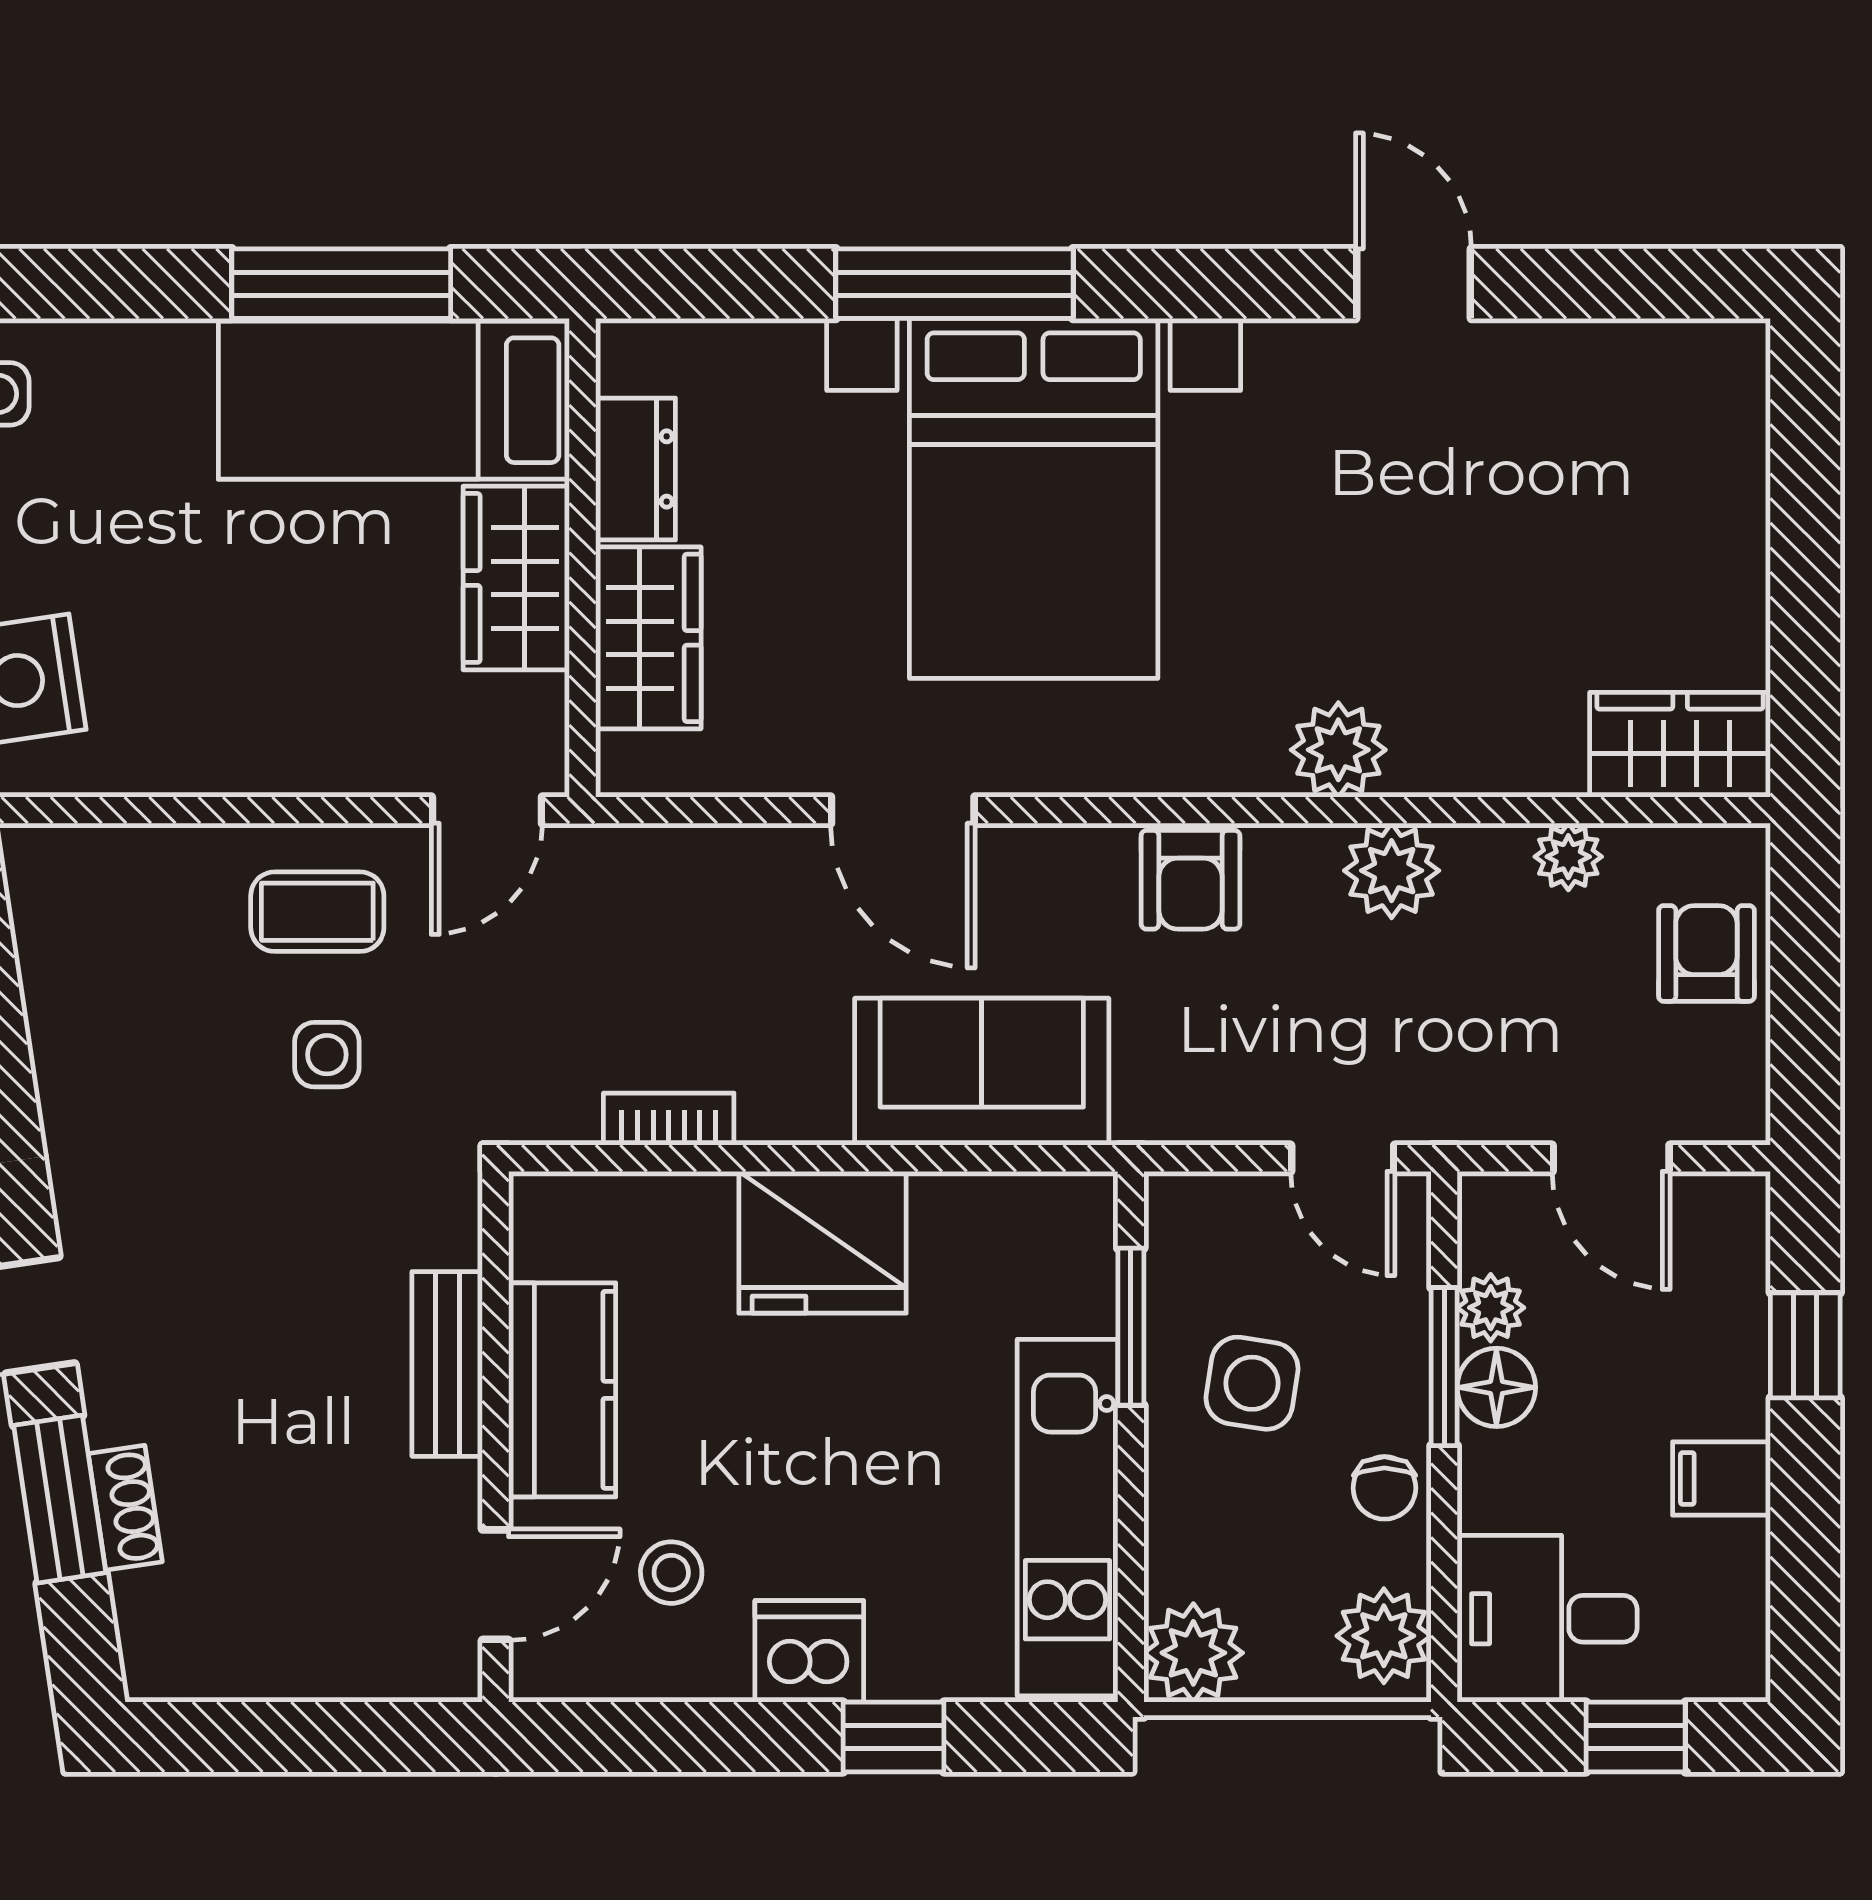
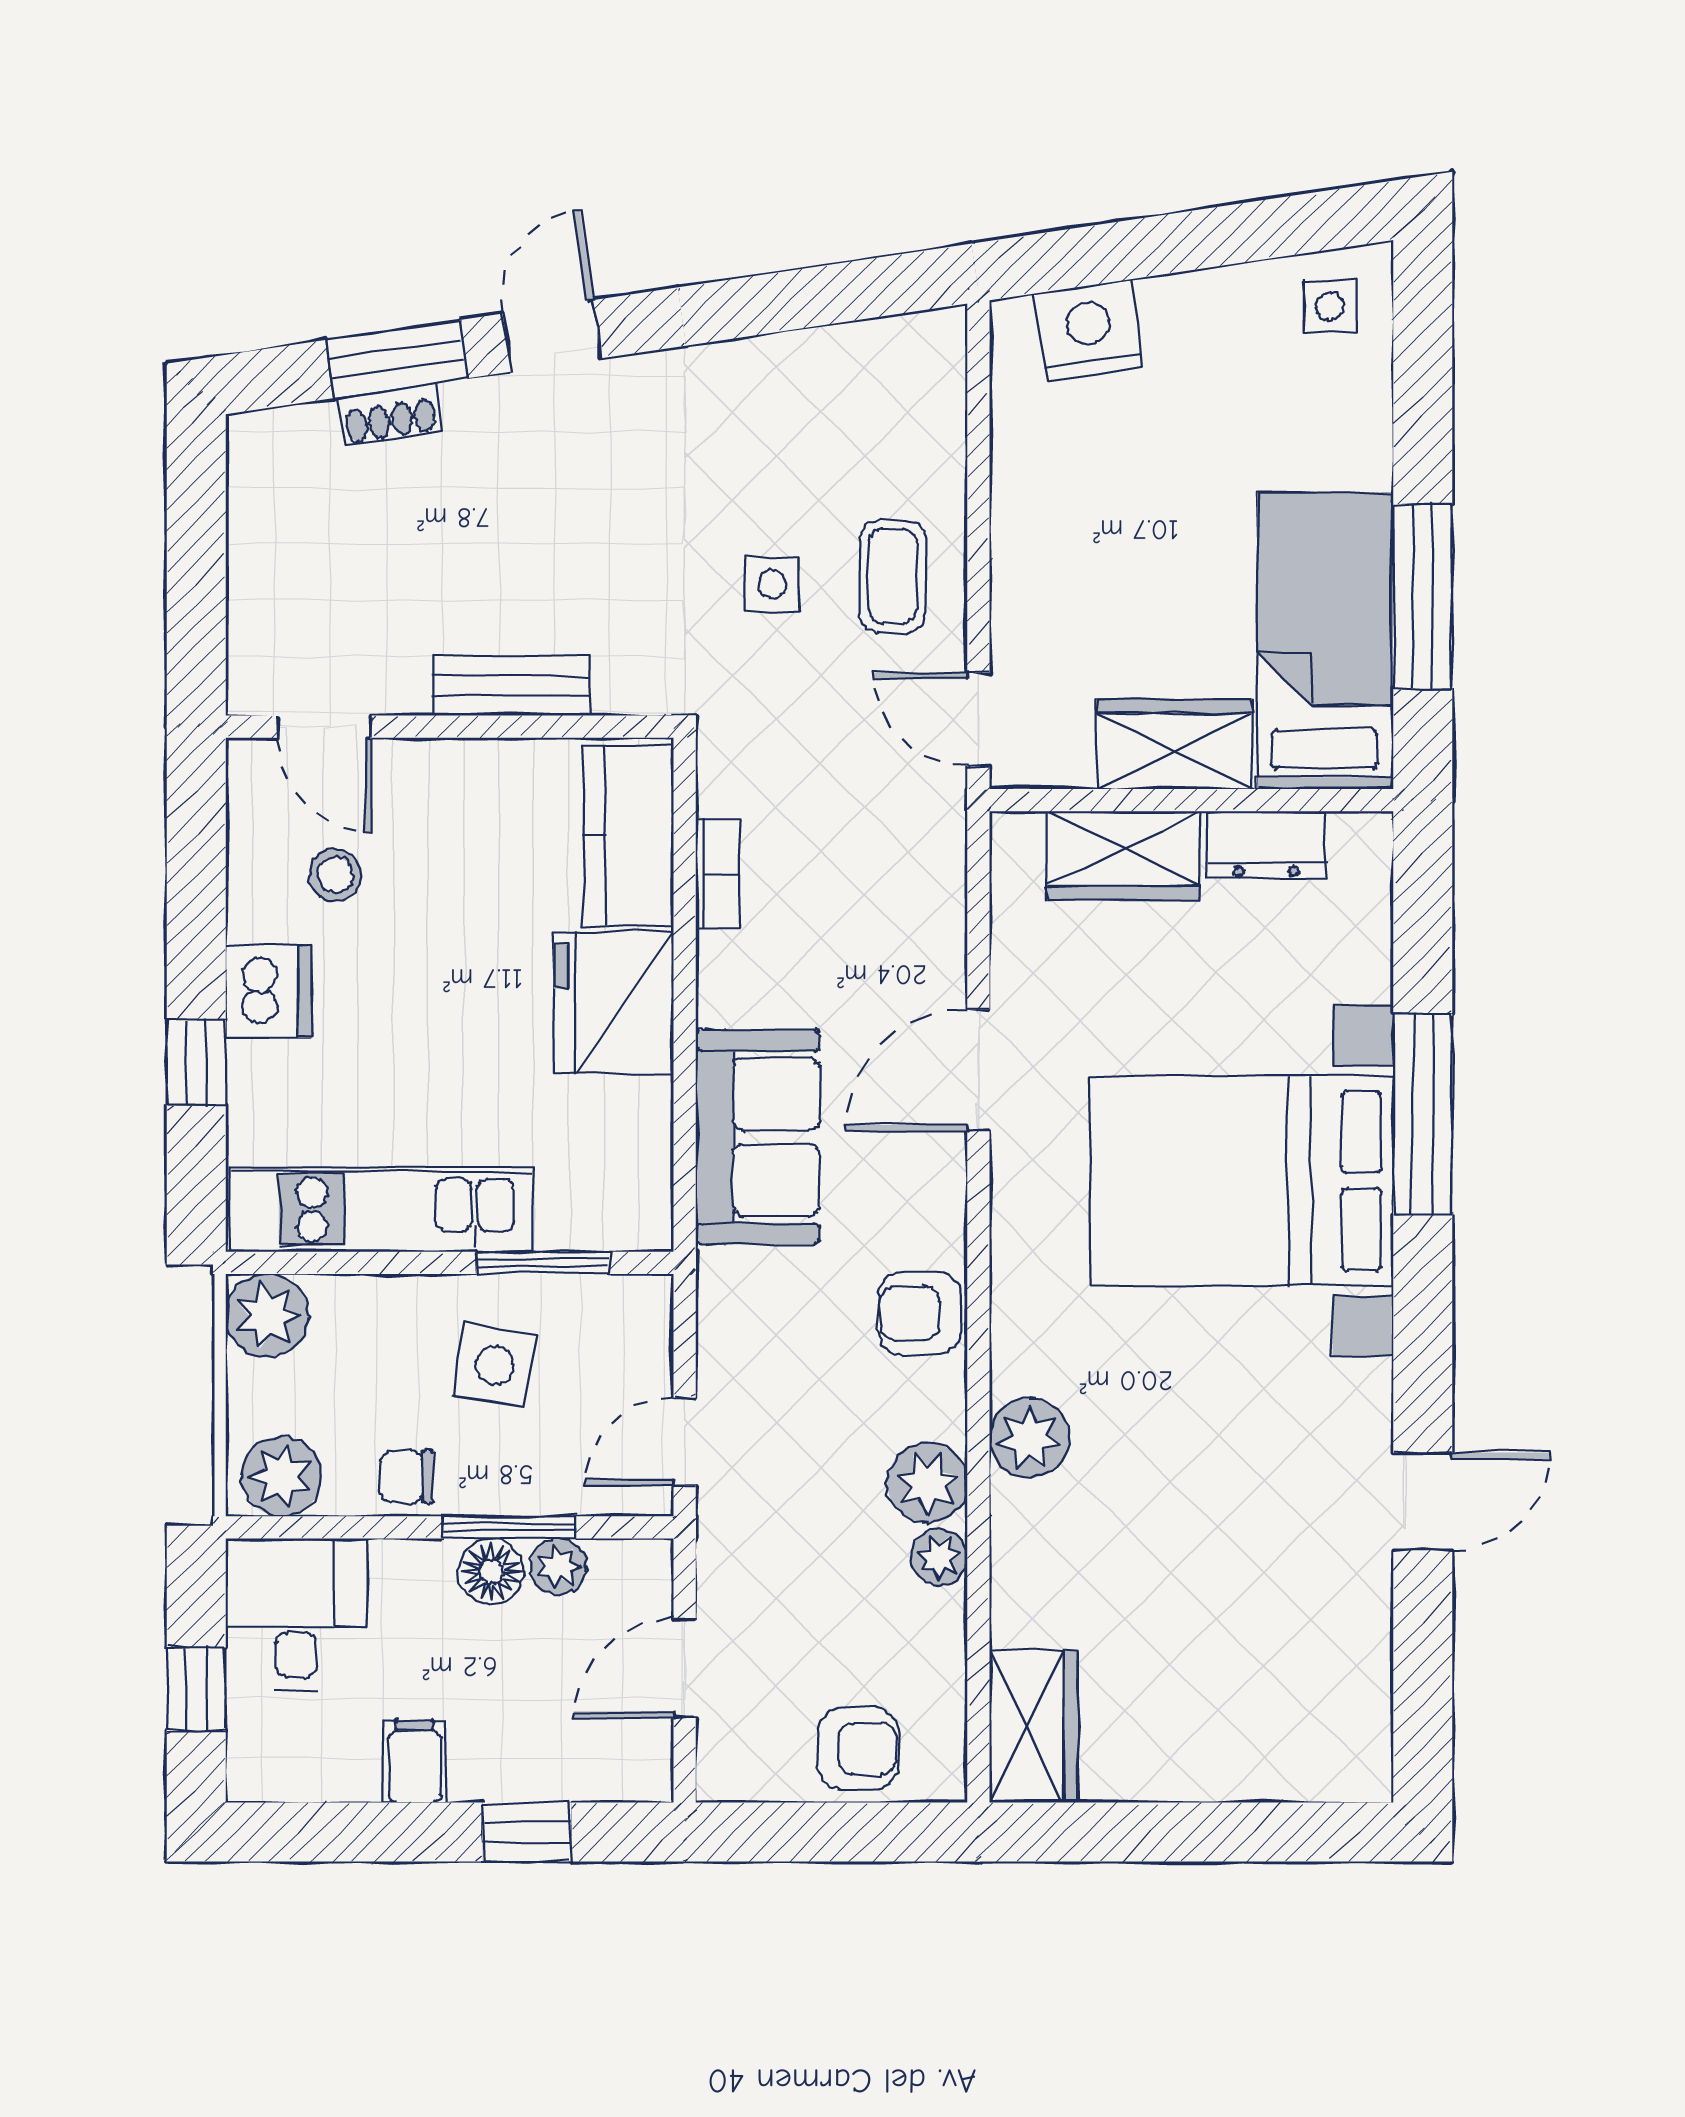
plant: (1568, 857) -> (939, 1557), moved
kitchen counter: (562, 1390) -> (628, 836), moved, turned 90

